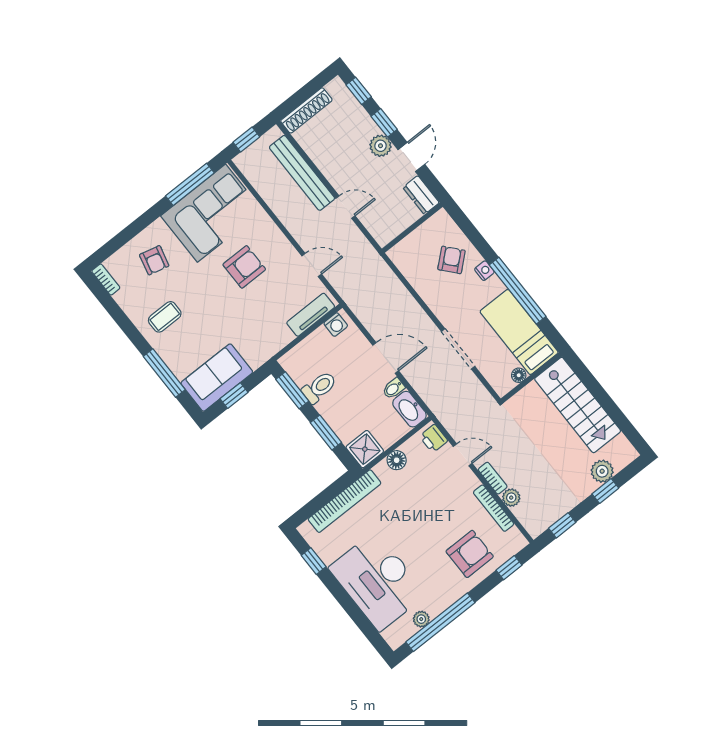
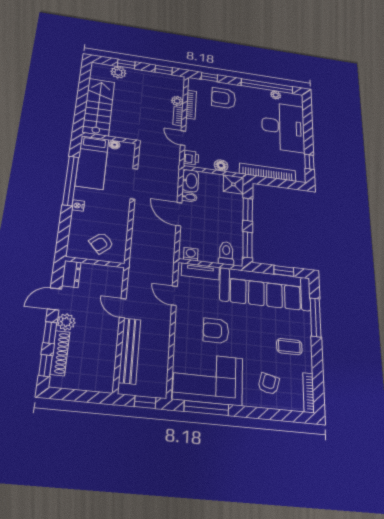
shoe rack: (306, 110) -> (60, 353), moved, turned 90
armchair: (451, 260) -> (101, 243), moved
bookcase: (106, 280) -> (309, 393), width x1.56
sofa: (217, 378) -> (265, 289), width x1.85, depth x1.27
toilet: (319, 387) -> (226, 253), moved, turned 90

